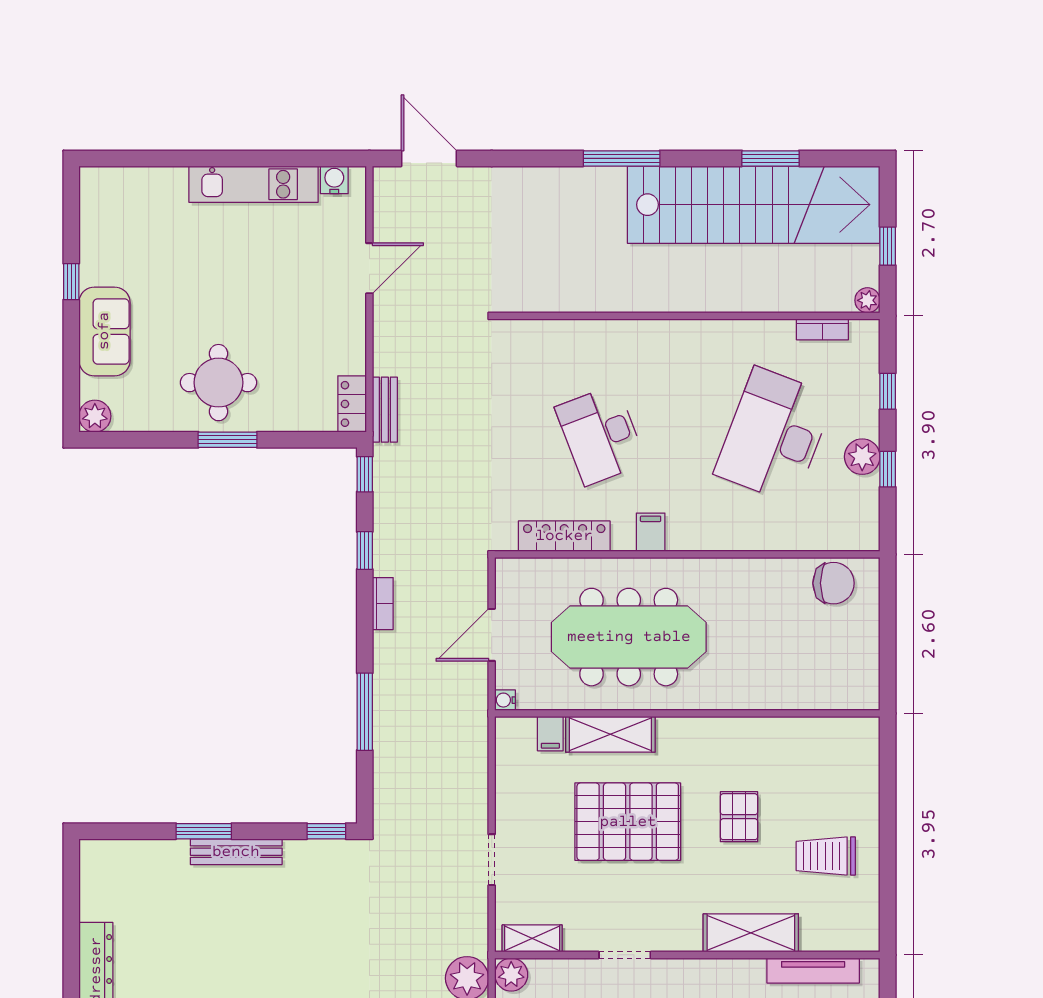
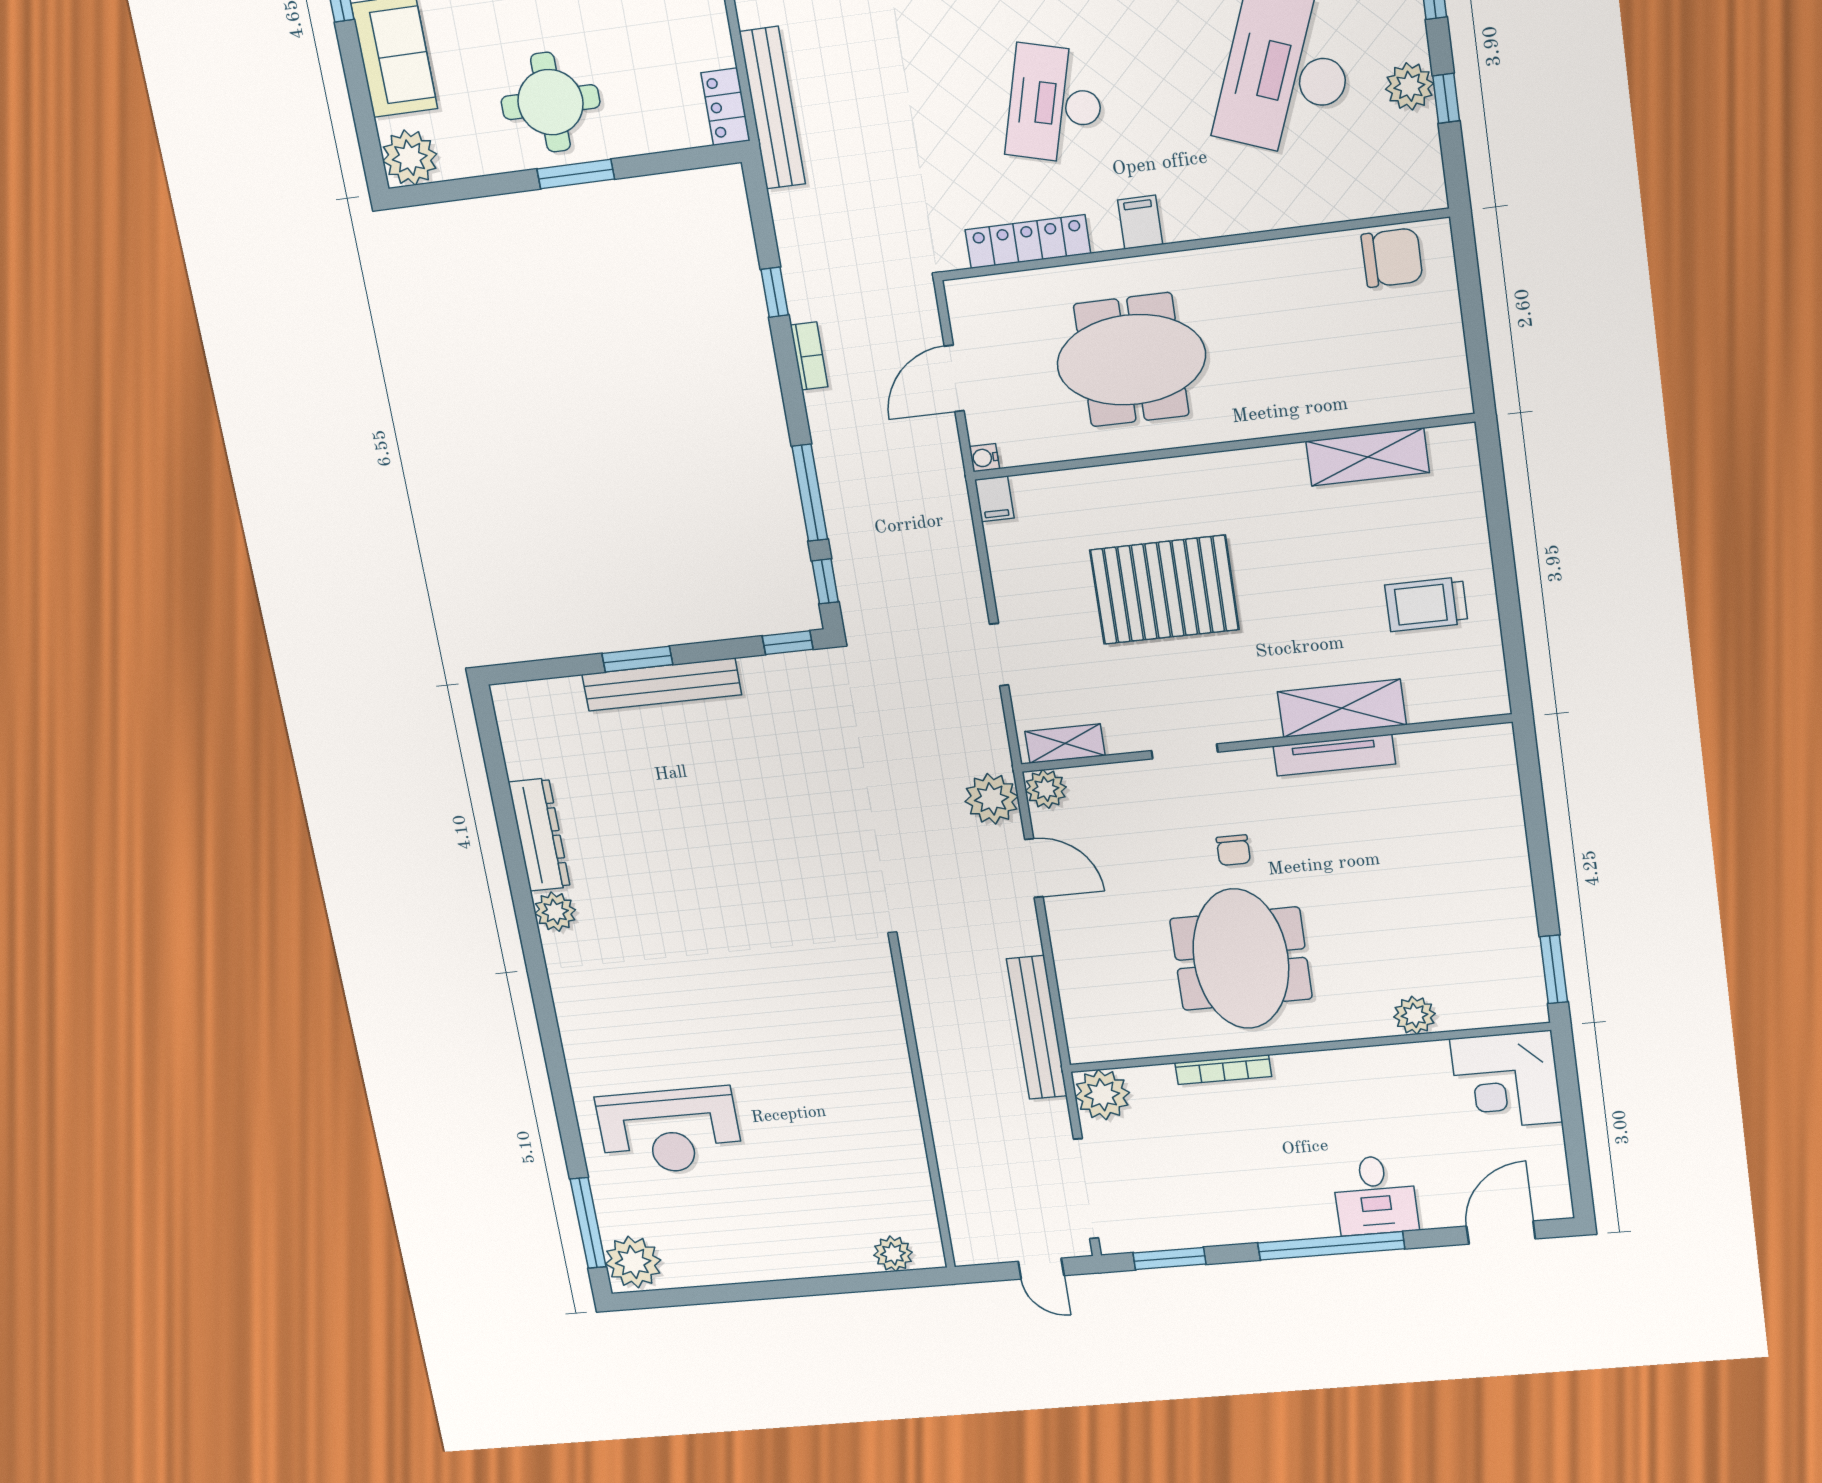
bench: (385, 410) -> (772, 108), width x1.86, depth x1.21
plant: (95, 416) -> (410, 158), width x1.36, depth x1.36
desk: (601, 435) -> (1055, 104), turned 36
window: (365, 474) -> (825, 581), moved
meeting table: (629, 637) -> (1131, 360), width x0.73
filing cabinet: (550, 734) -> (994, 499), moved
shelving: (610, 734) -> (1368, 457), moved
pallet: (739, 817) -> (1307, 568), removed
bench: (236, 852) -> (662, 685), width x1.37, depth x1.21
tv unit: (813, 971) -> (1334, 755), moved

